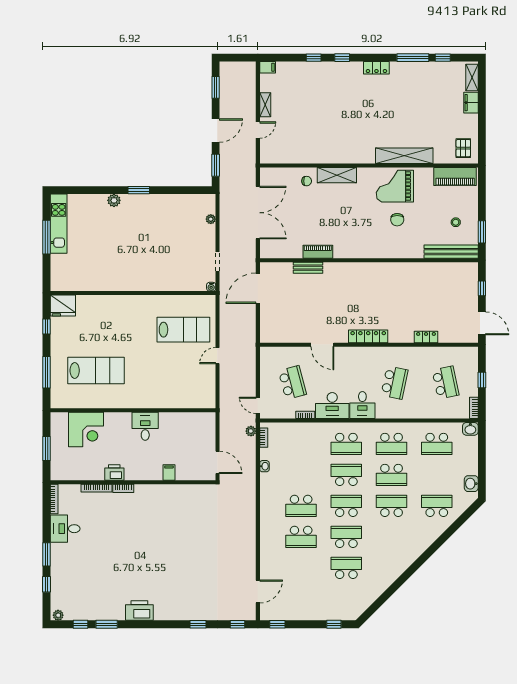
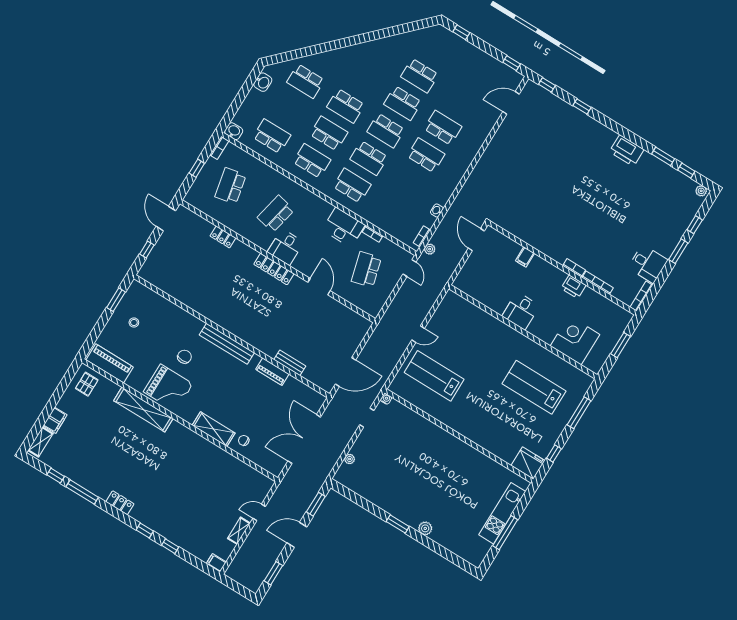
kitchen unit: (59, 224) -> (502, 513), moved
bench: (451, 252) -> (227, 344), moved
desk: (362, 405) -> (286, 247), moved, turned 180

